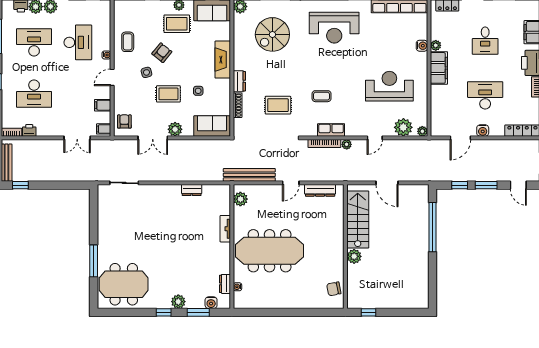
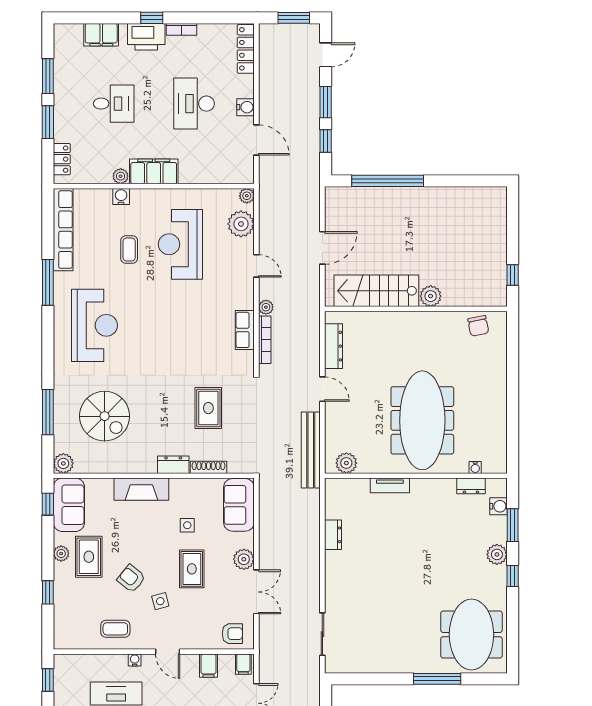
coffee table: (322, 96) -> (129, 249), moved
armchair: (124, 121) -> (232, 634), turned 180

